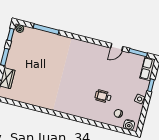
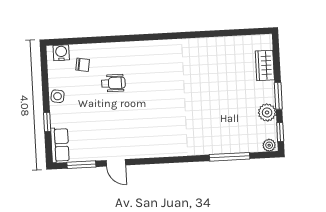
door: (117, 47) -> (116, 163), swing flipped
plant: (15, 49) -> (267, 112), added

